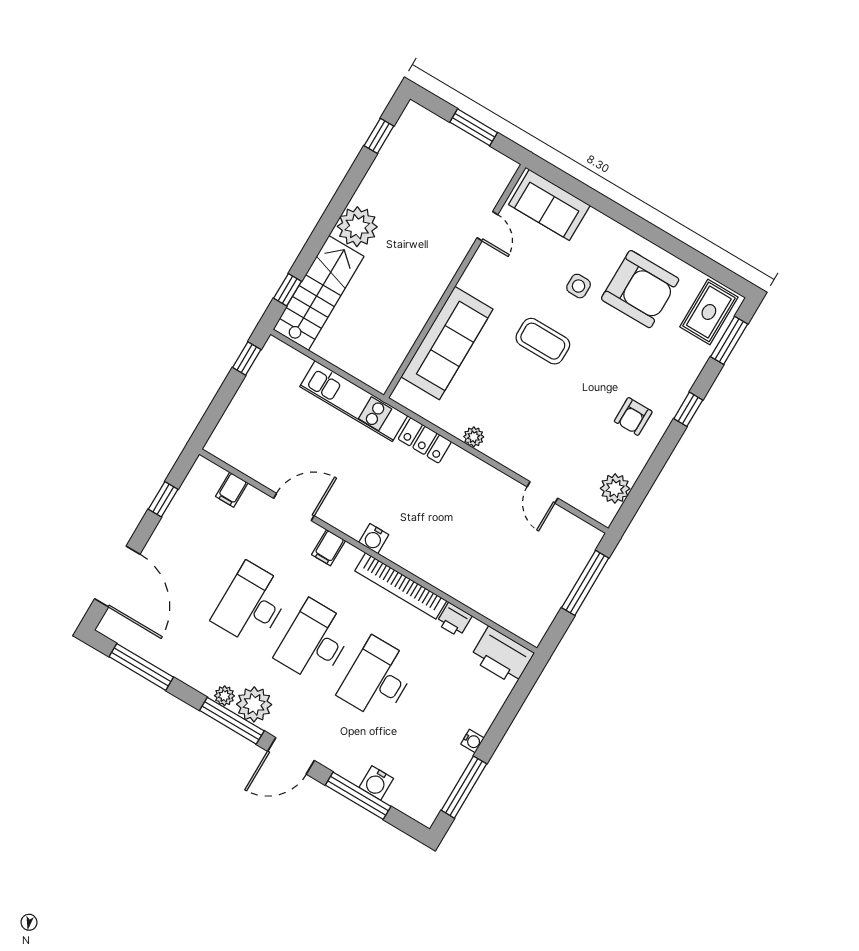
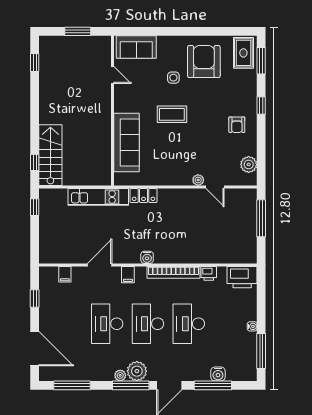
plant: (357, 227) -> (50, 112), removed
armchair: (640, 289) -> (204, 62), turned -90
plant: (474, 437) -> (198, 180), moved

